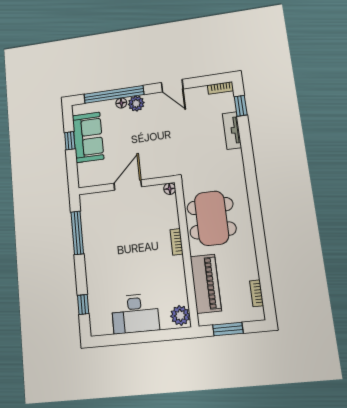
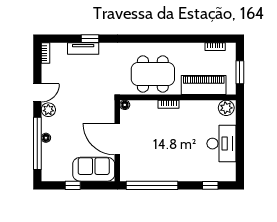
plant: (136, 104) -> (48, 110), moved
window: (241, 106) -> (90, 39), moved
sofa: (88, 137) -> (94, 169), moved
door: (128, 185) -> (117, 139), width x1.36
window: (77, 233) -> (152, 185), width x1.46

